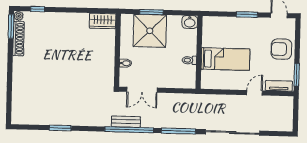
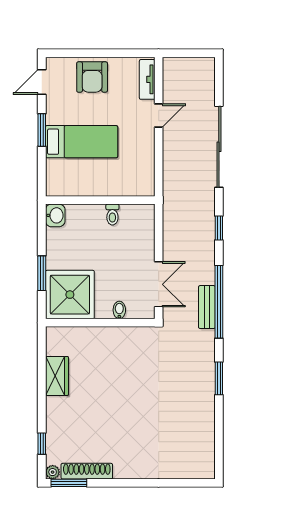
wardrobe: (103, 21) -> (57, 376), moved
shower: (150, 31) -> (70, 295), moved
bed: (225, 59) -> (82, 142), moved, turned 90
window: (297, 75) -> (130, 53), removed
door: (255, 93) -> (159, 116), swing flipped
window: (60, 128) -> (219, 378), moved
window: (178, 131) -> (219, 228), width x0.46

